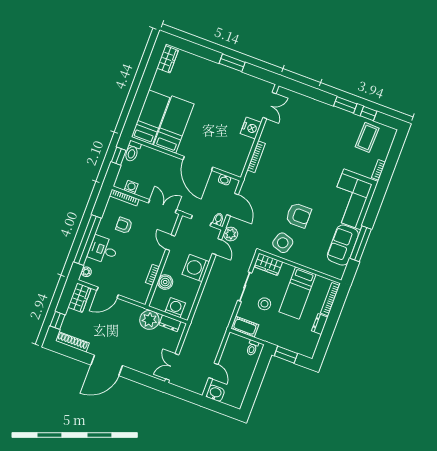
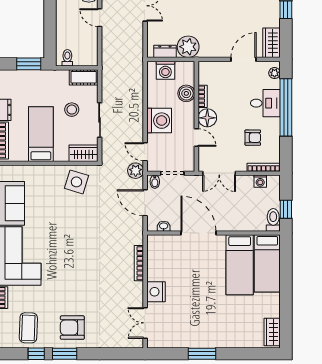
armchair: (298, 215) -> (72, 328), moved
floor lamp: (155, 255) -> (207, 118), added

